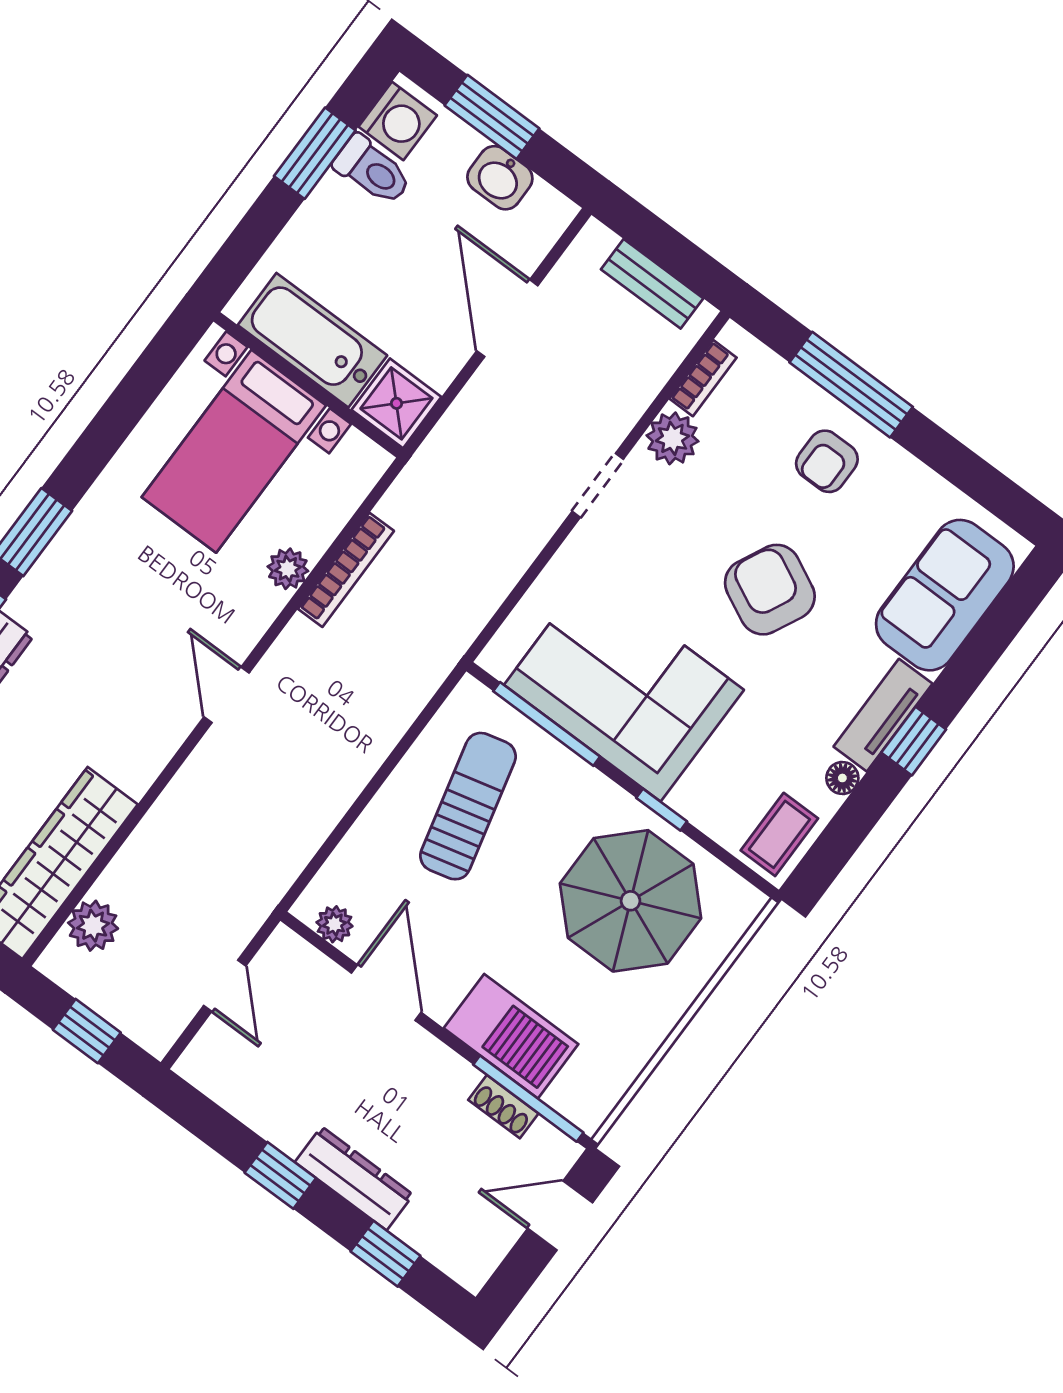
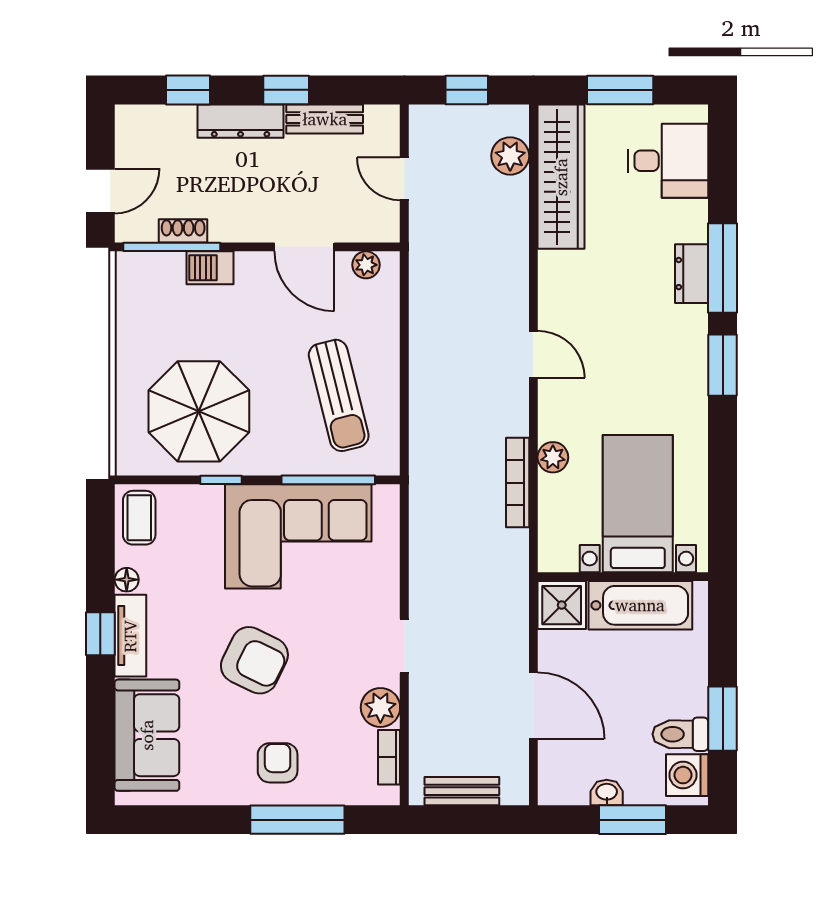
washbasin: (500, 178) -> (607, 792), width x0.72, depth x0.69
barbecue: (511, 1036) -> (210, 268), width x0.53, depth x0.65
bench: (262, 1114) -> (325, 119), added

